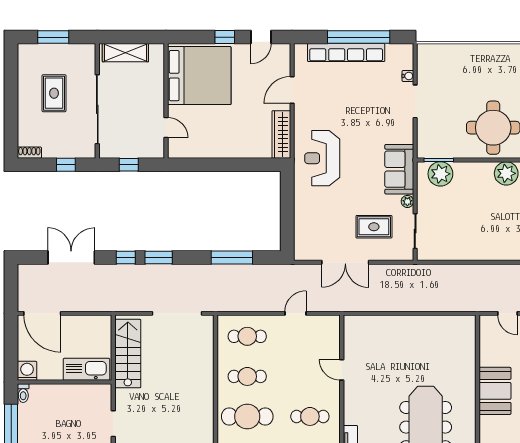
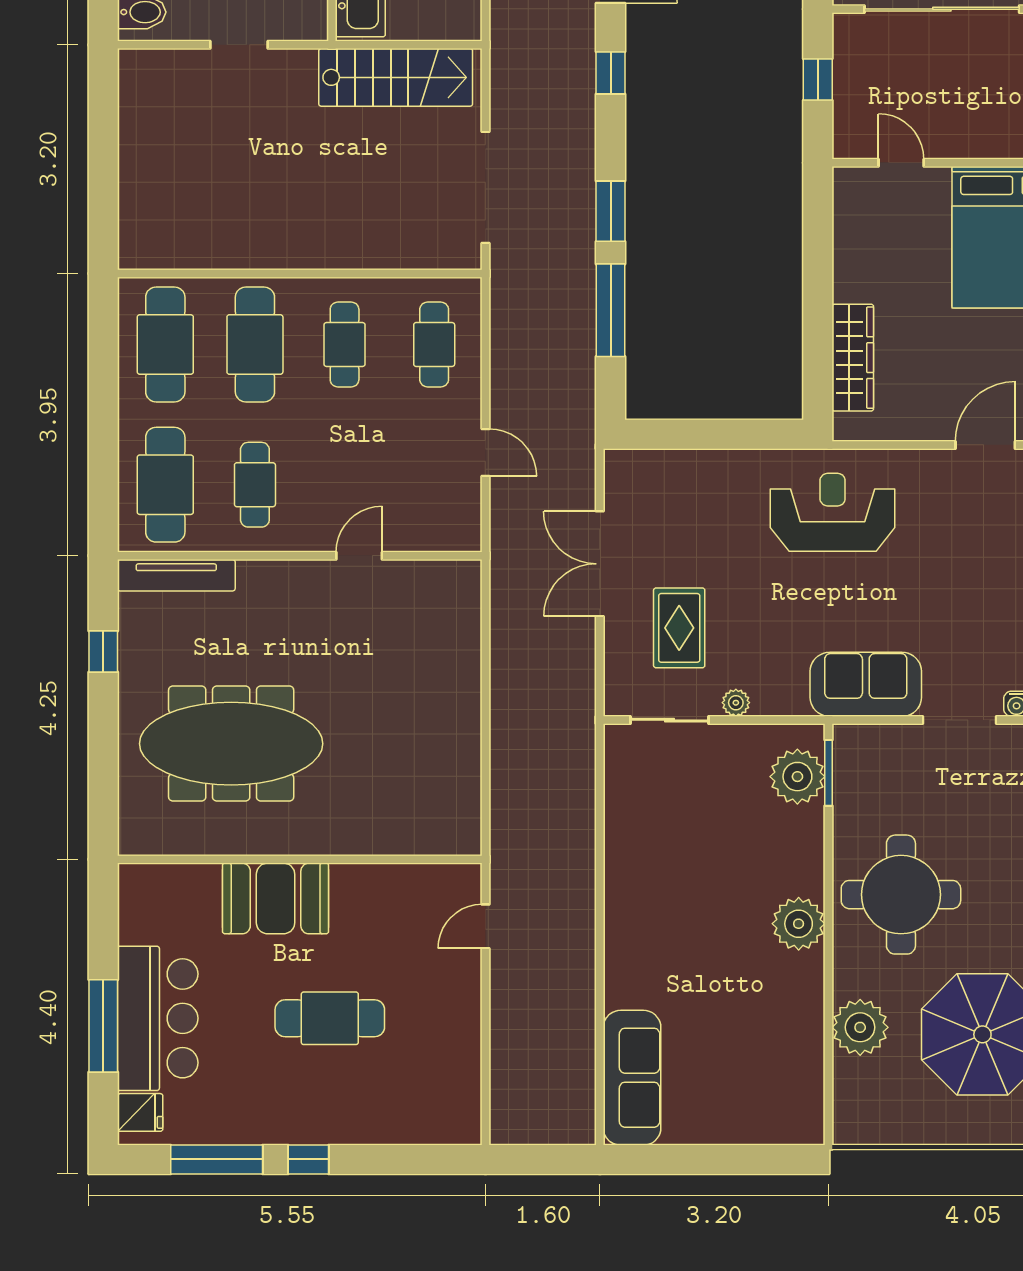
door: (292, 90) -> (985, 445), hinge flipped
door: (166, 128) -> (901, 163), swing flipped
wardrobe: (281, 134) -> (853, 358), moved, turned 90
sofa: (399, 169) -> (866, 684), moved
window: (159, 257) -> (611, 211), moved
booth: (495, 391) -> (276, 898), moved

